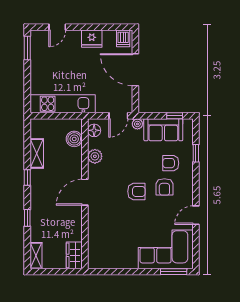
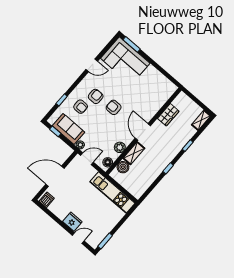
fridge: (92, 39) -> (72, 222), moved
door: (135, 70) -> (55, 176), swing flipped
shelving: (37, 153) -> (134, 153), moved
door: (85, 192) -> (143, 132), swing flipped
wardrobe: (74, 255) -> (168, 115), moved

